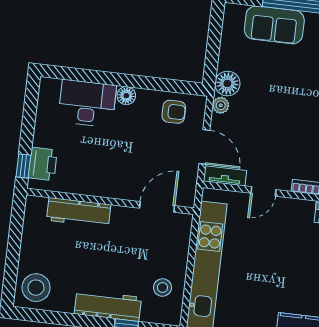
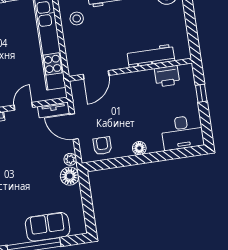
desk: (87, 103) -> (182, 133), moved
armchair: (174, 112) -> (102, 146), turned 90
printer: (43, 164) -> (167, 76), moved, turned -90
window: (23, 166) -> (201, 93), moved

